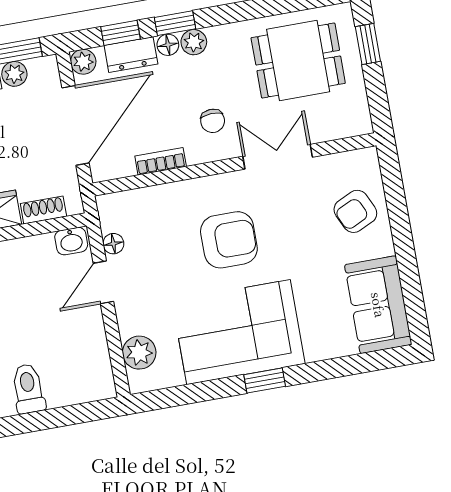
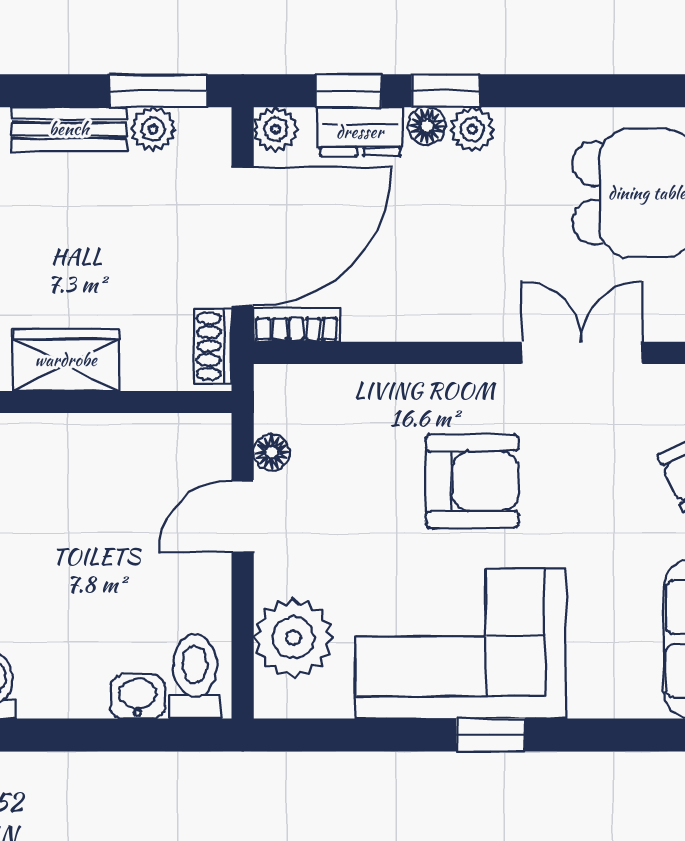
chair: (213, 121) -> (481, 271), removed
bookcase: (161, 161) -> (296, 325), moved
shoe rack: (43, 210) -> (213, 346), moved, turned -90
washbasin: (71, 241) -> (138, 697), moved, turned 180
plant: (139, 353) -> (293, 638), width x1.36, depth x1.36
toilet: (28, 389) -> (195, 676), moved

